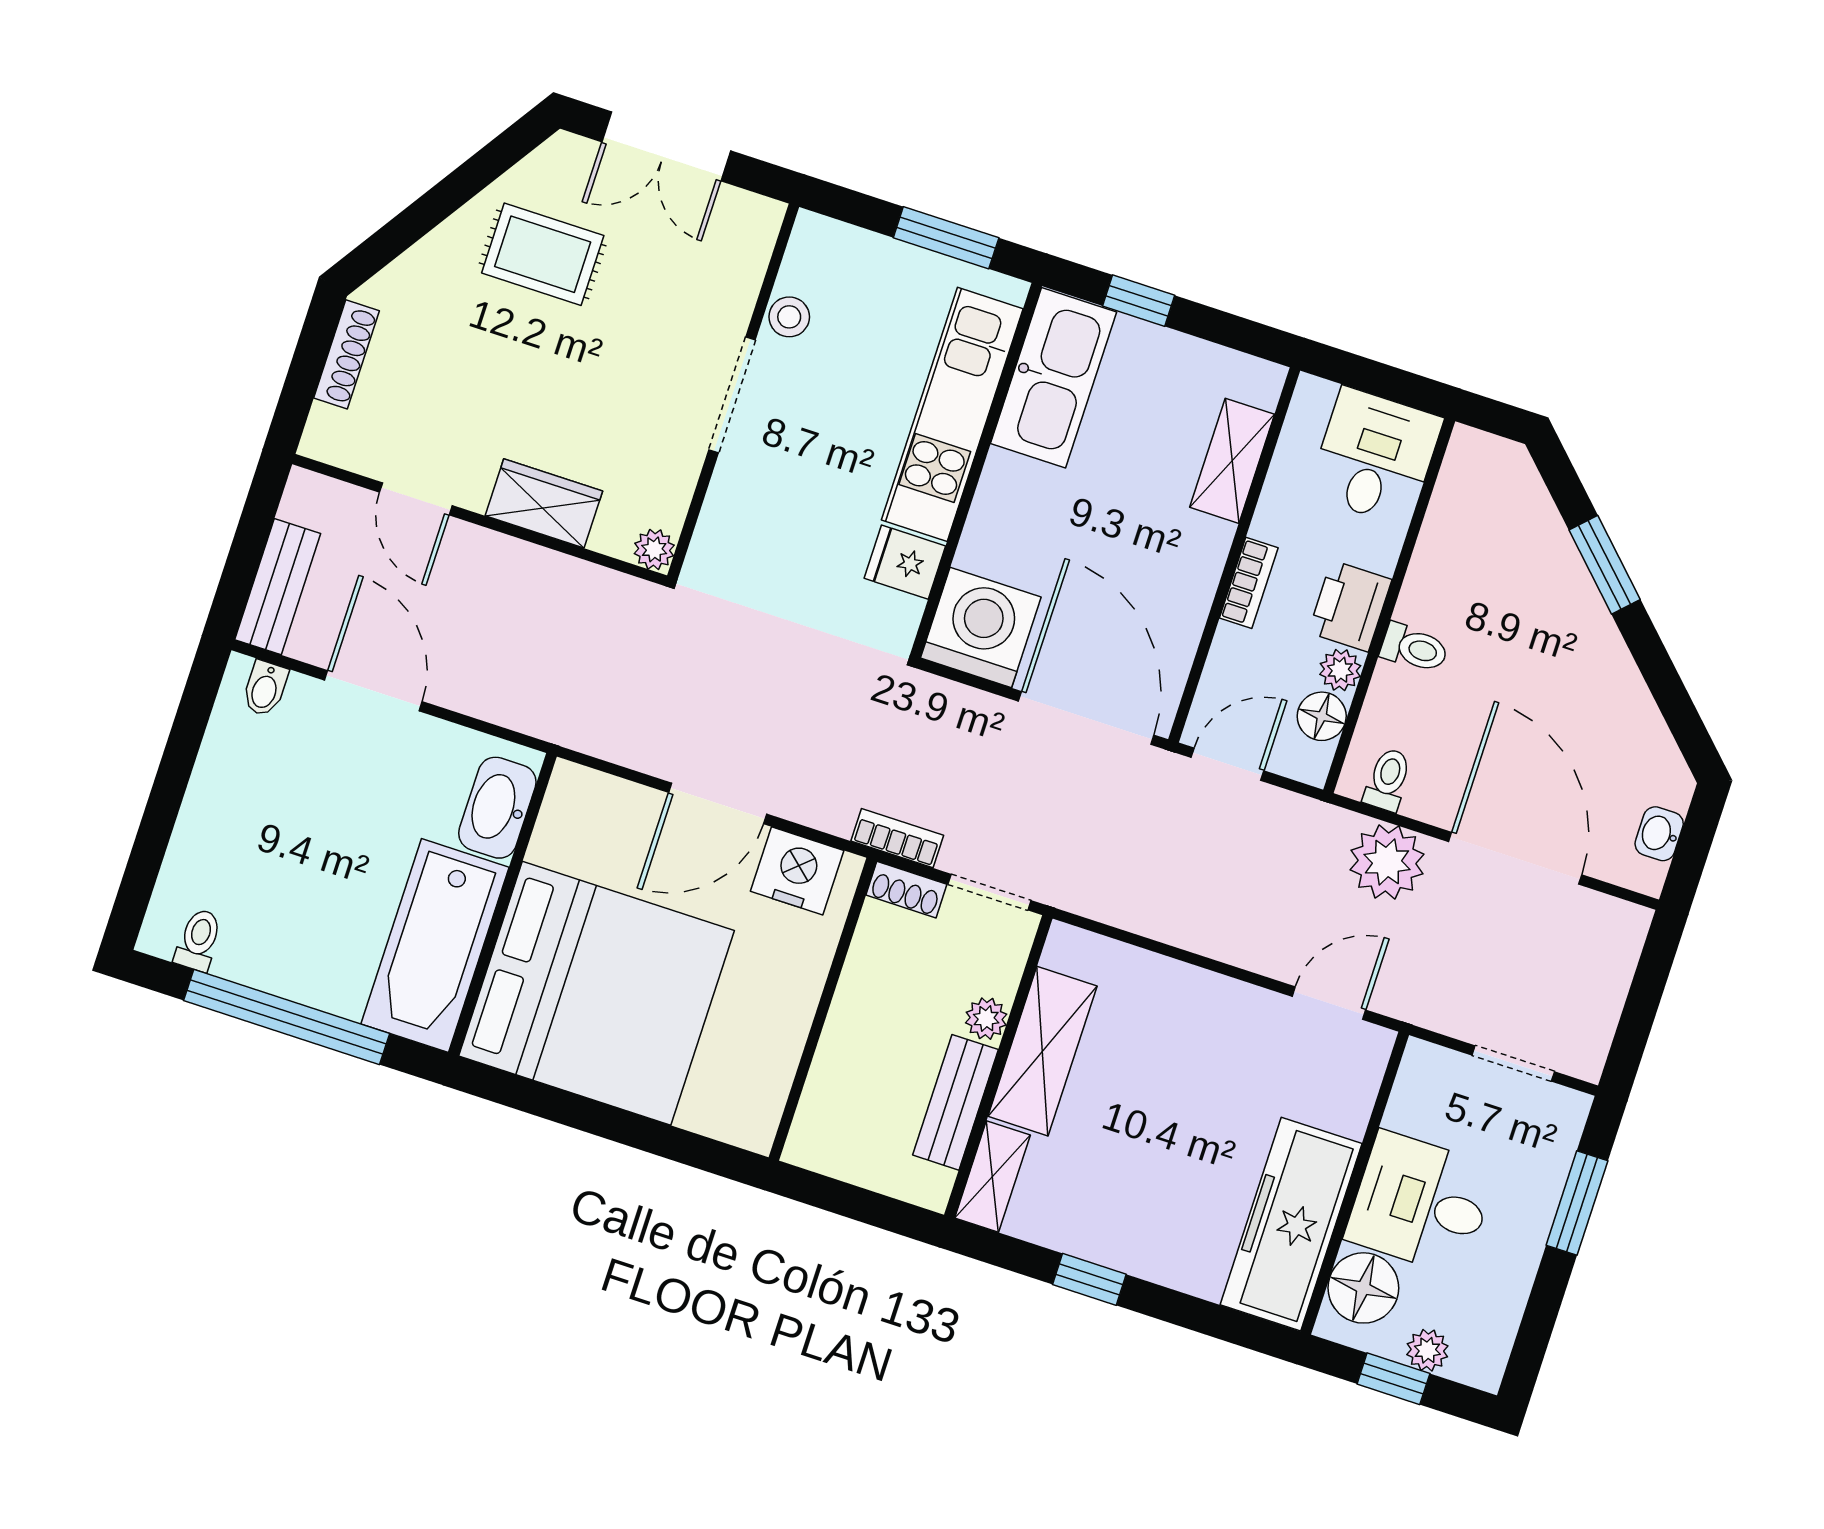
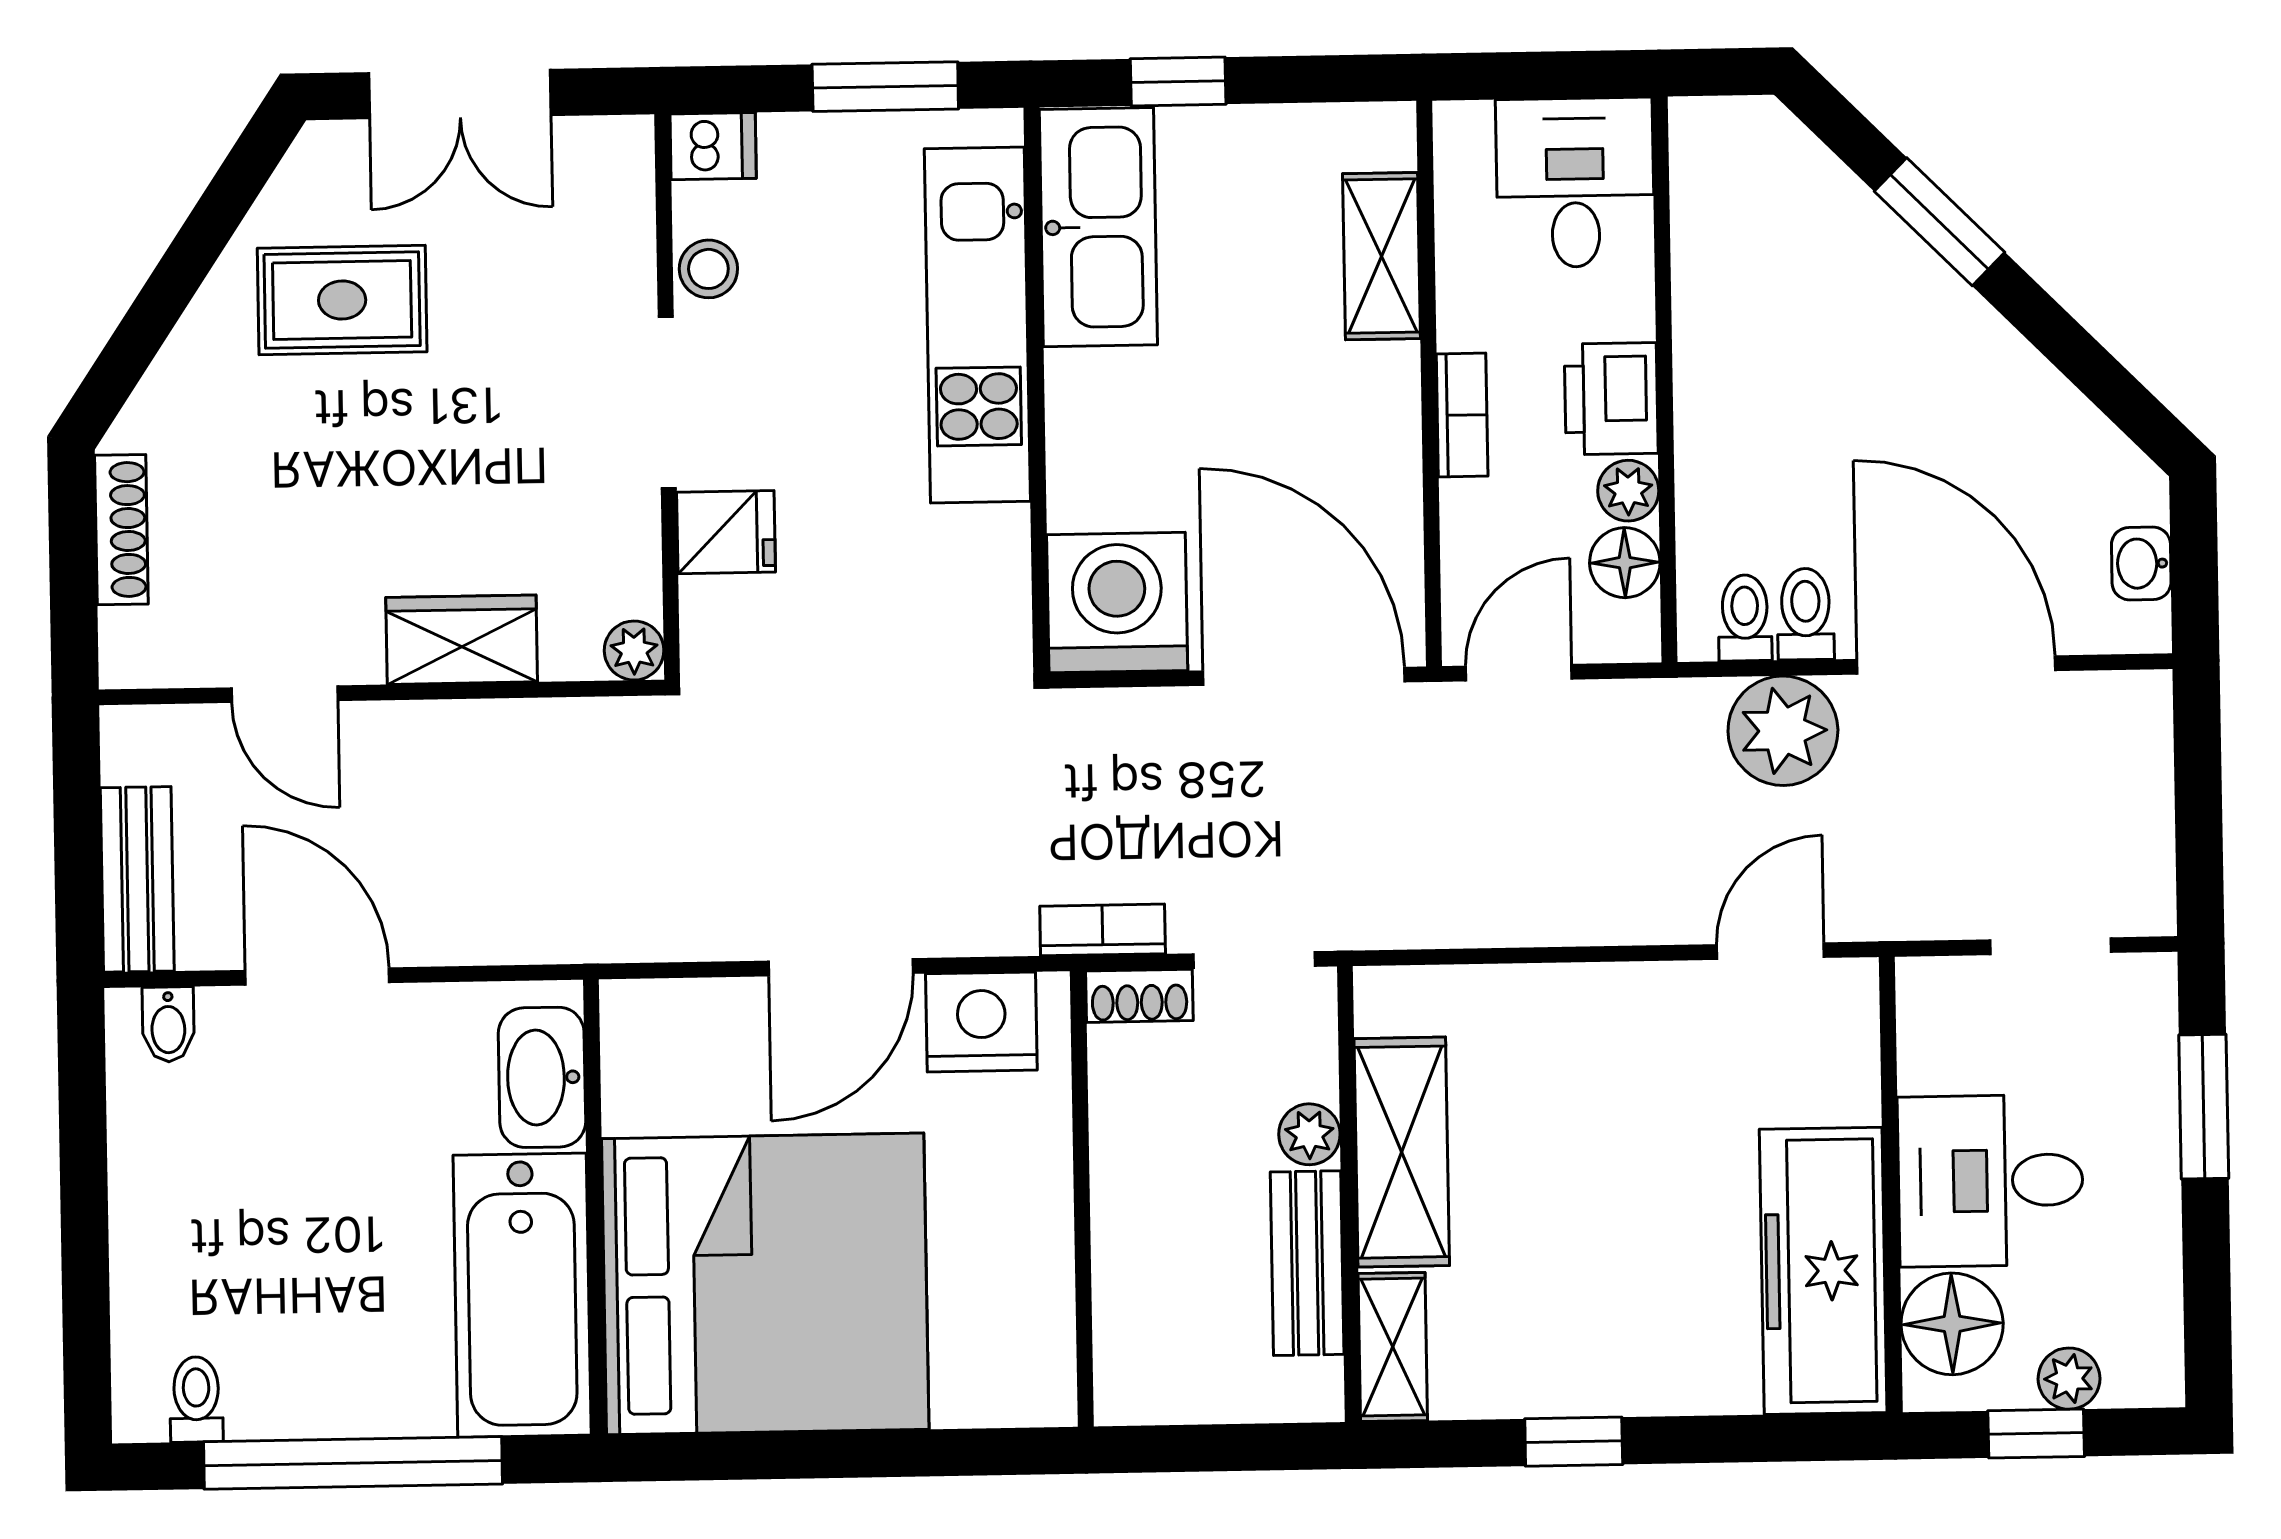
dishwasher: (820, 238) -> (713, 146), added
fridge: (905, 562) -> (726, 532), moved, turned 180
toilet: (1414, 648) -> (1806, 614), moved, turned -90

